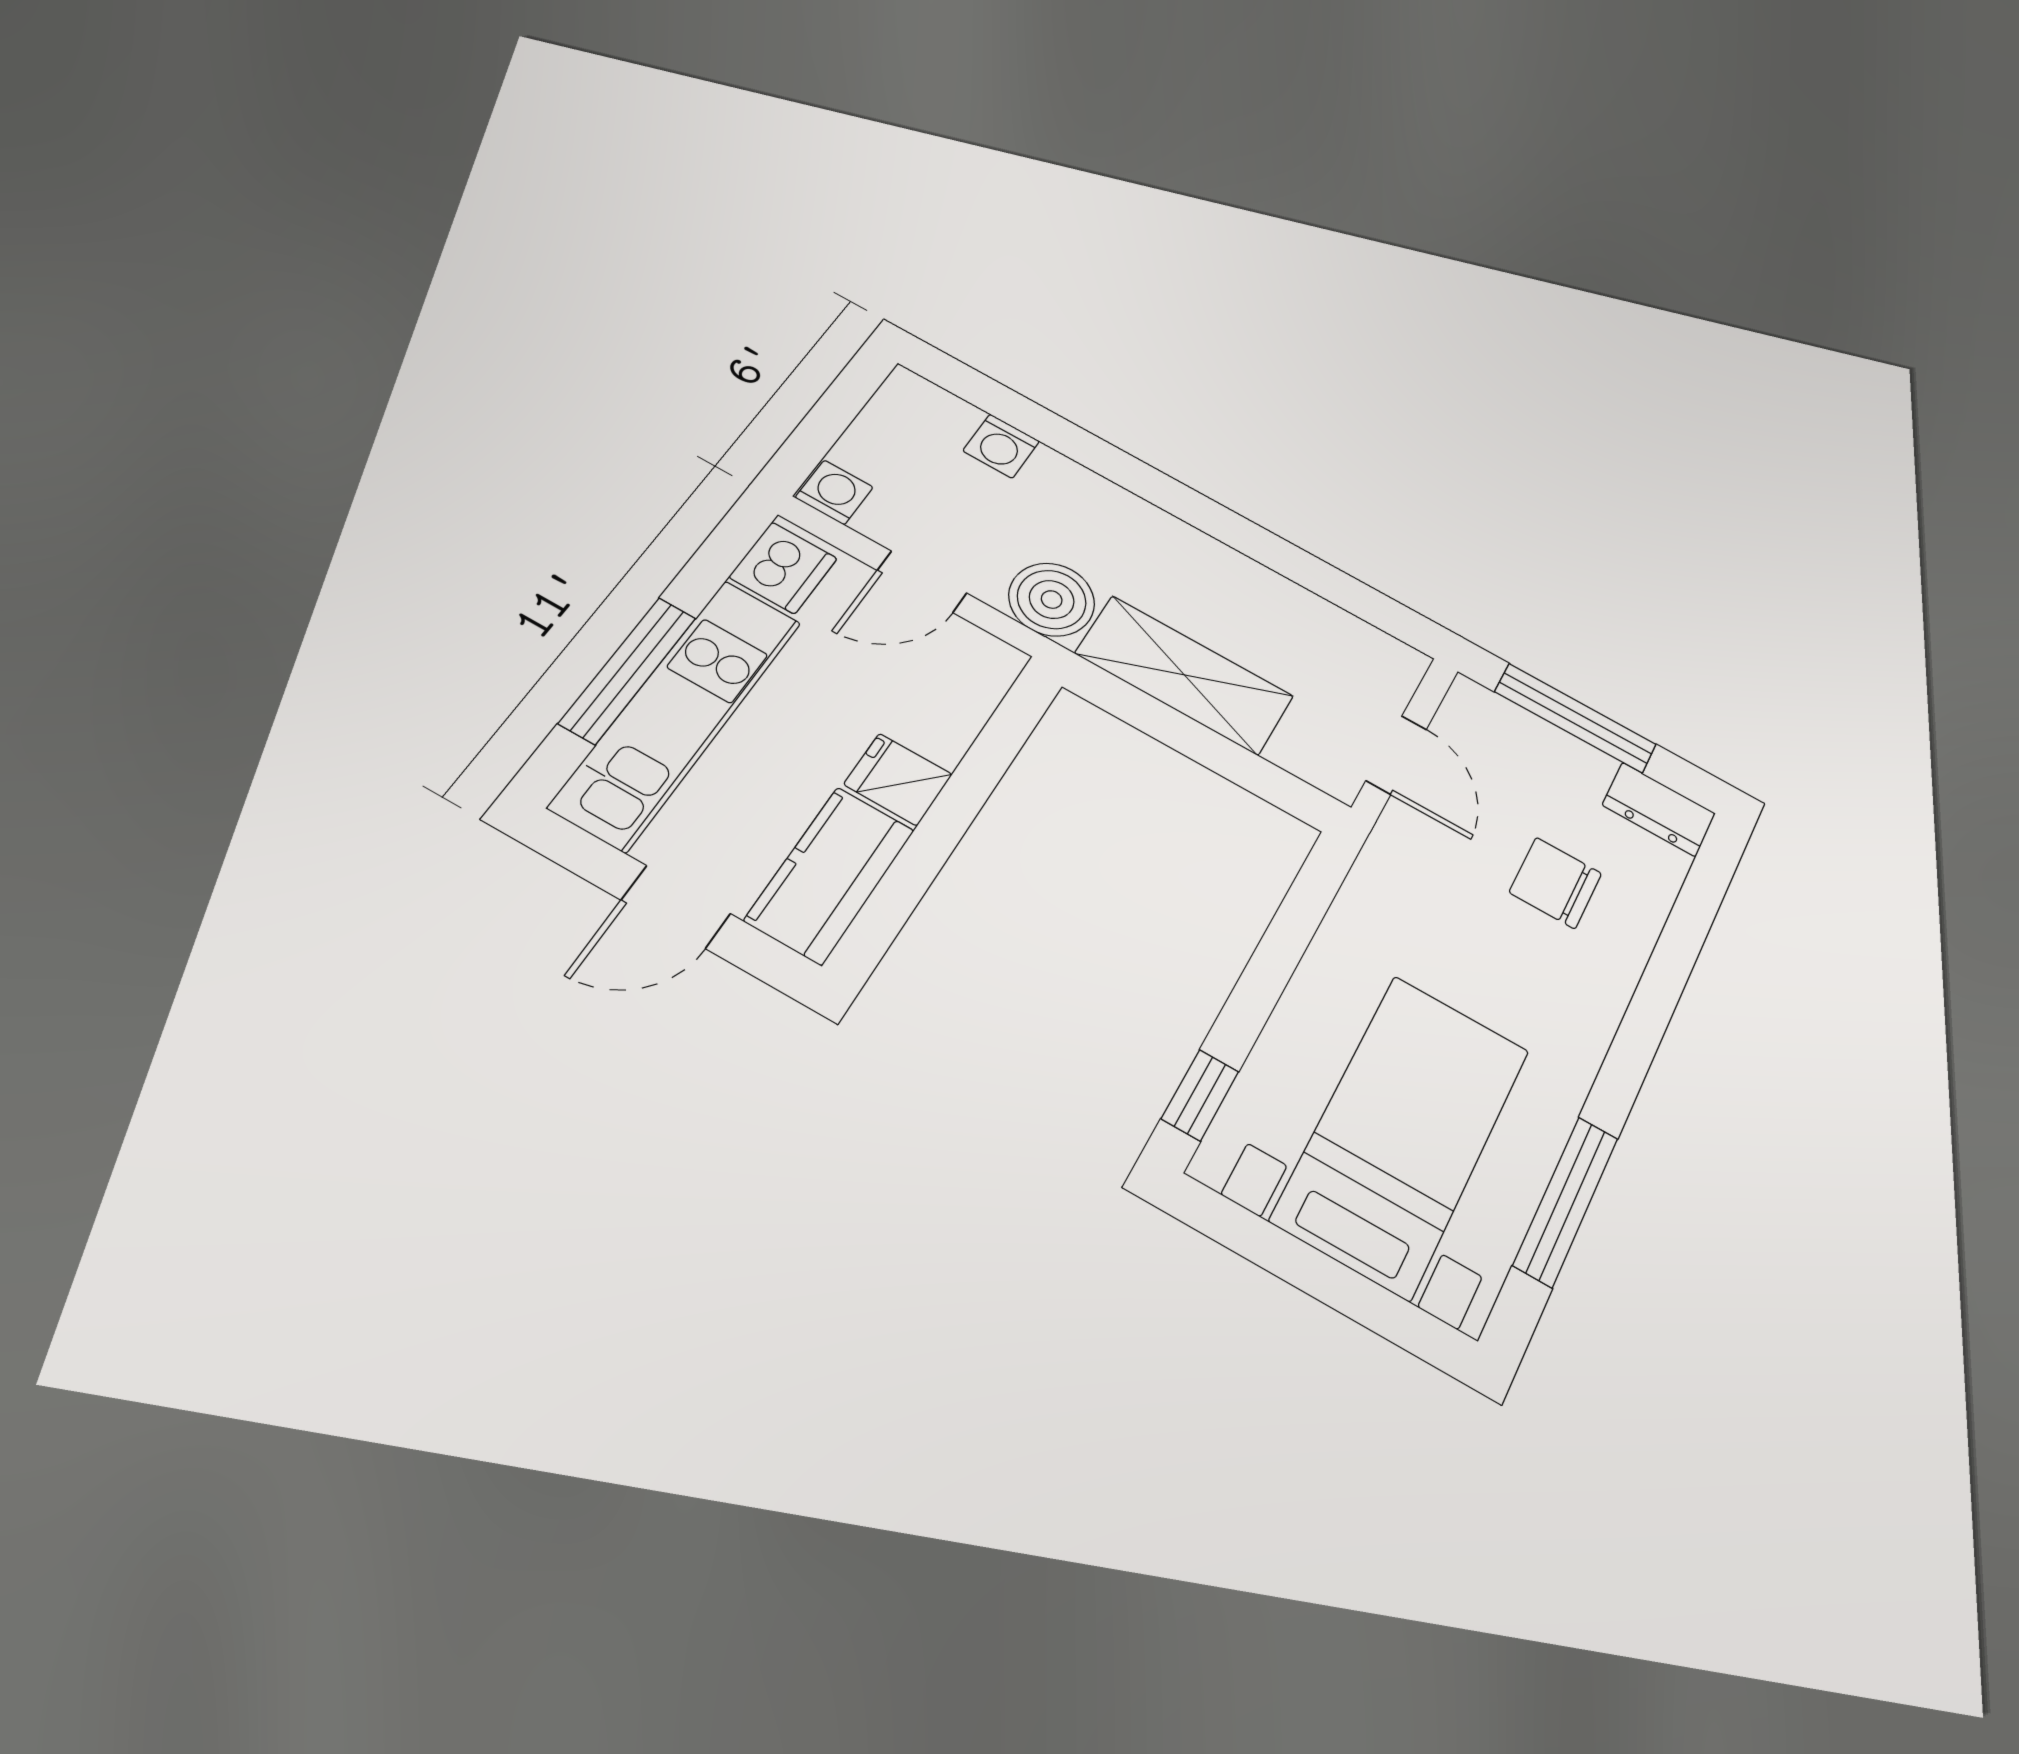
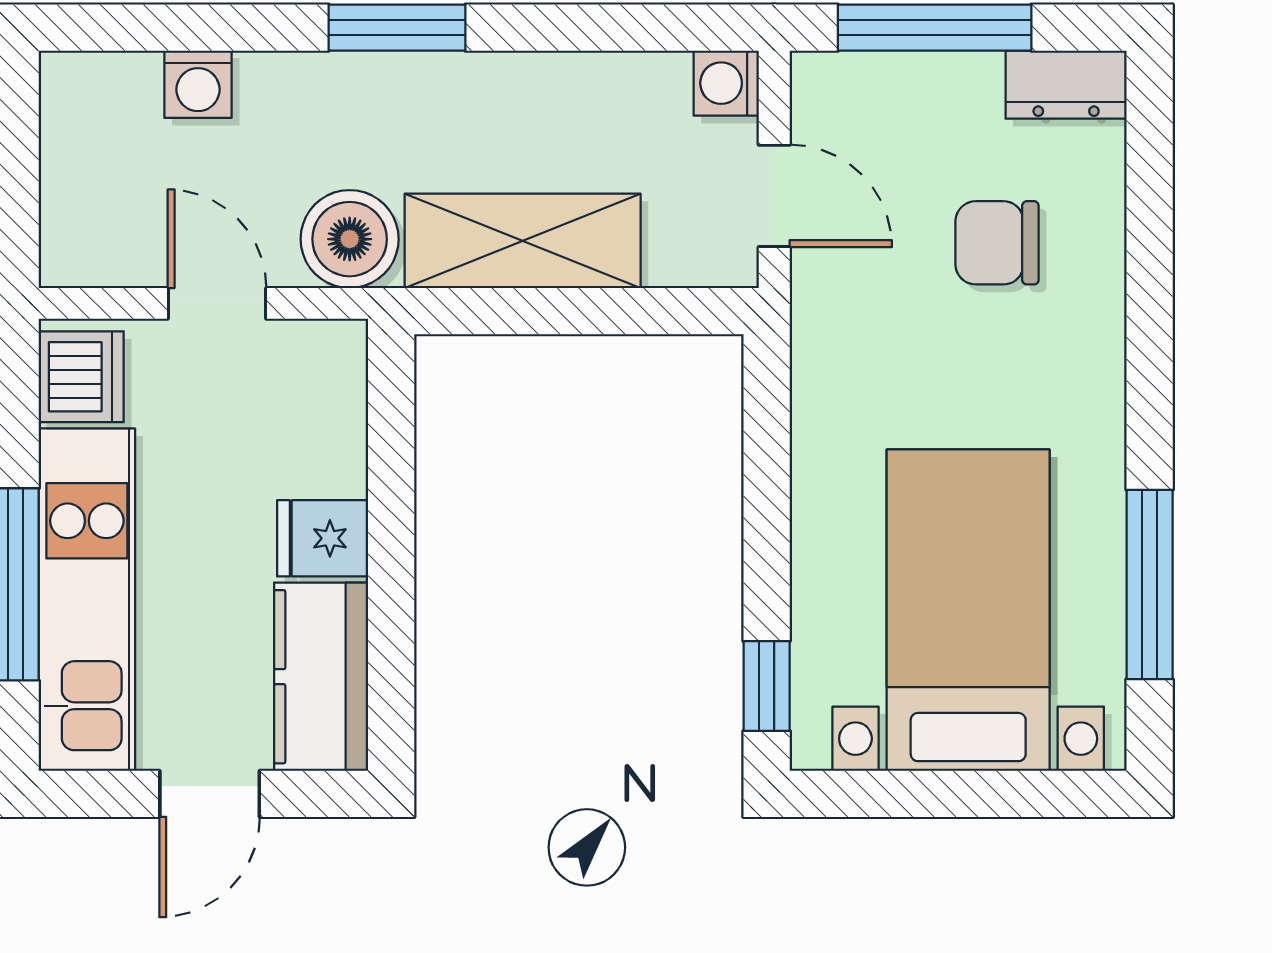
washing machine: (834, 492) -> (726, 83), moved, turned -90
window: (1171, 496) -> (397, 28), added
door: (922, 582) -> (217, 303), swing flipped

